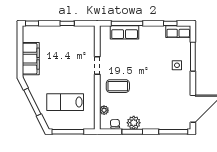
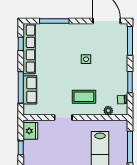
row of seats: (178, 32) -> (29, 49), width x2.02
fridge: (84, 33) -> (30, 131), added
side table: (177, 65) -> (86, 59), moved
coffee table: (118, 86) -> (84, 97), turned 90
plant: (134, 123) -> (121, 81), removed

